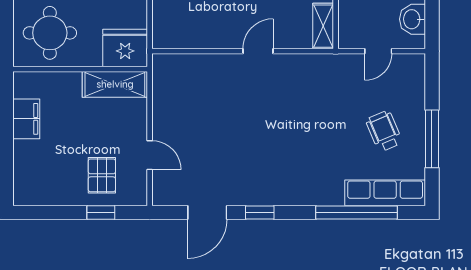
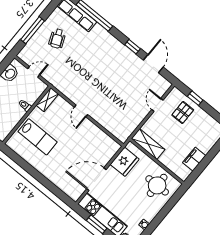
fridge: (125, 48) -> (125, 162), moved, turned -90
door: (258, 51) -> (81, 111), hinge flipped
window: (432, 139) -> (32, 30), moved
door: (207, 212) -> (153, 64), hinge flipped

